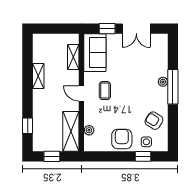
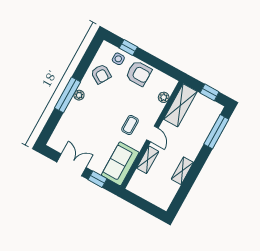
shelving: (73, 57) -> (148, 160), moved
plant: (163, 82) -> (79, 95), moved
window: (28, 126) -> (216, 132), width x2.17
armchair: (122, 139) -> (139, 73), turned -90

